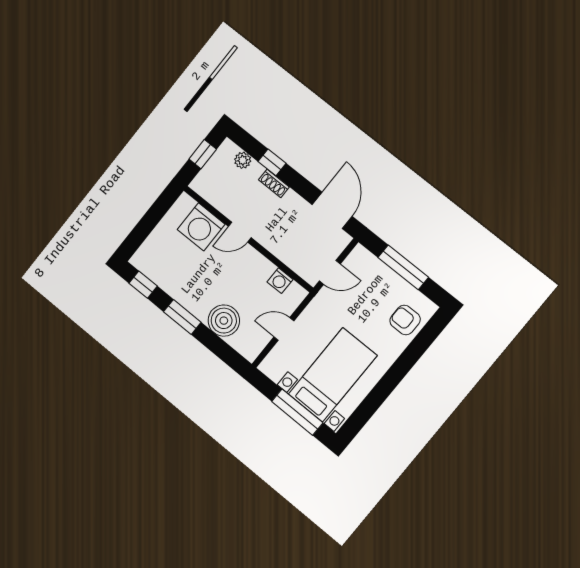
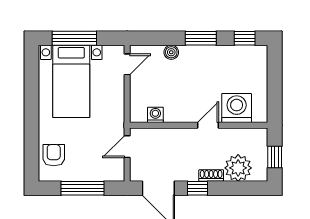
plant: (243, 160) -> (238, 168), width x1.88, depth x1.88
window: (272, 162) -> (197, 188), moved
armchair: (405, 320) -> (54, 155), turned -90
boiler: (224, 321) -> (171, 52), width x0.54, depth x0.54
door: (284, 329) -> (127, 64), moved

